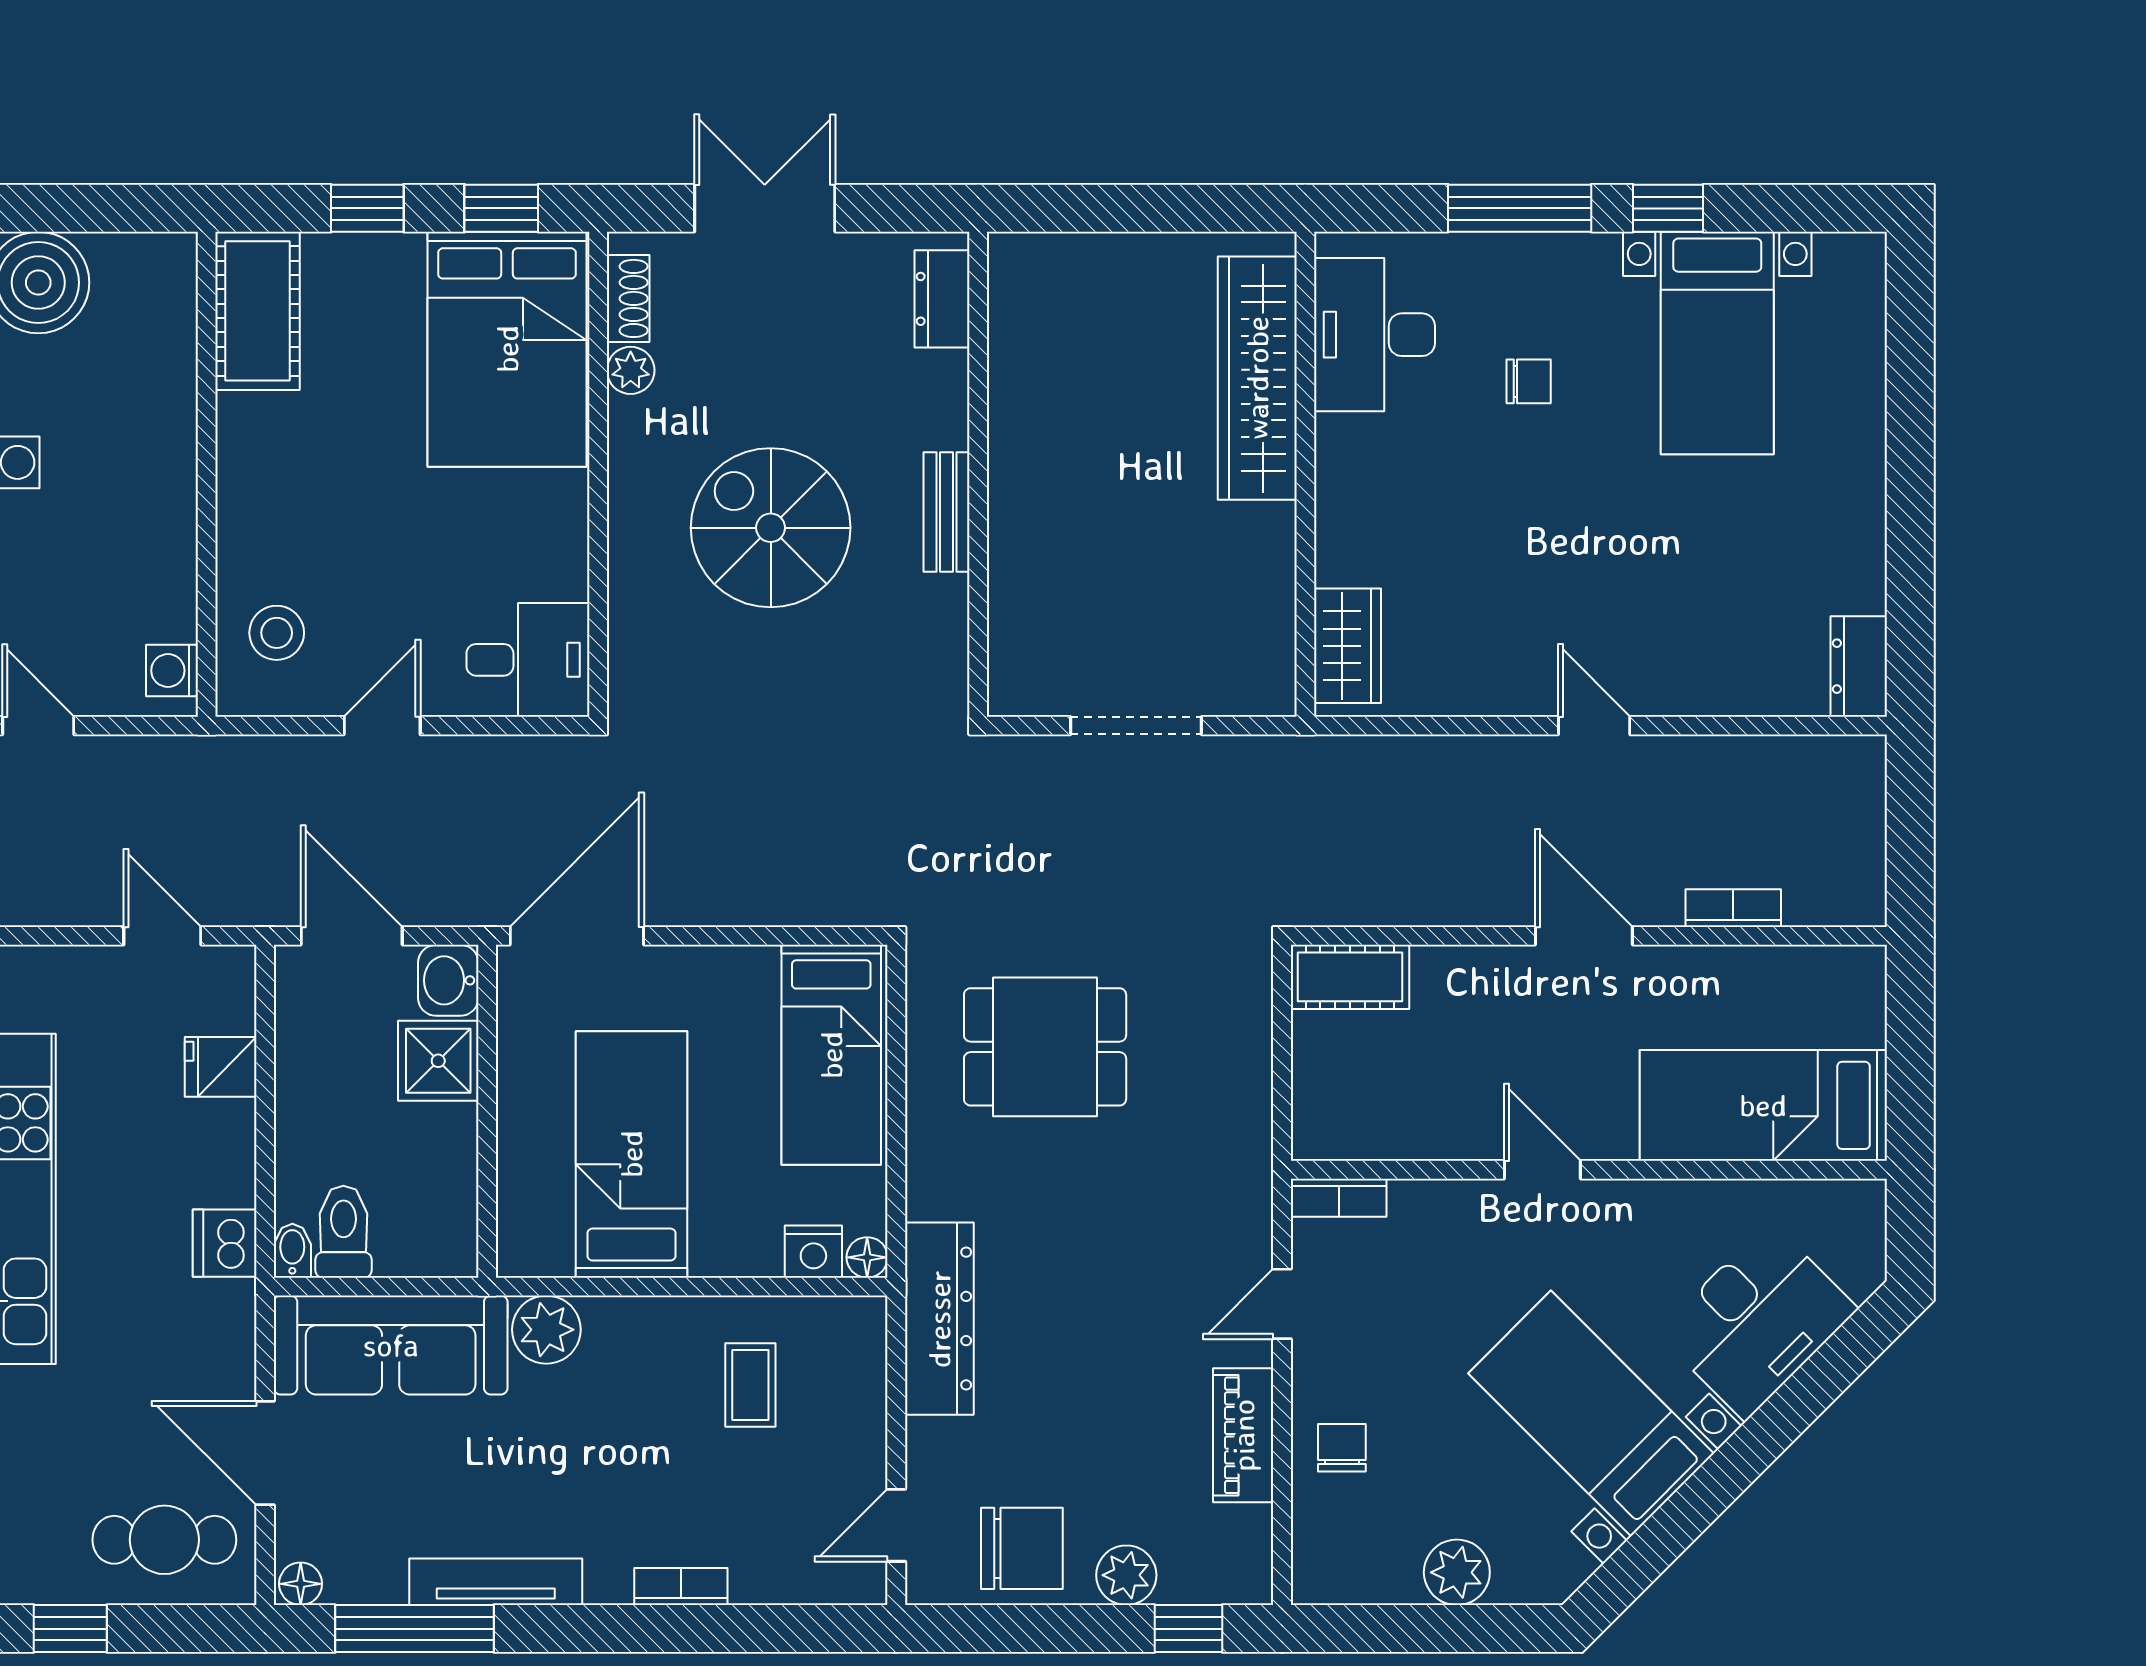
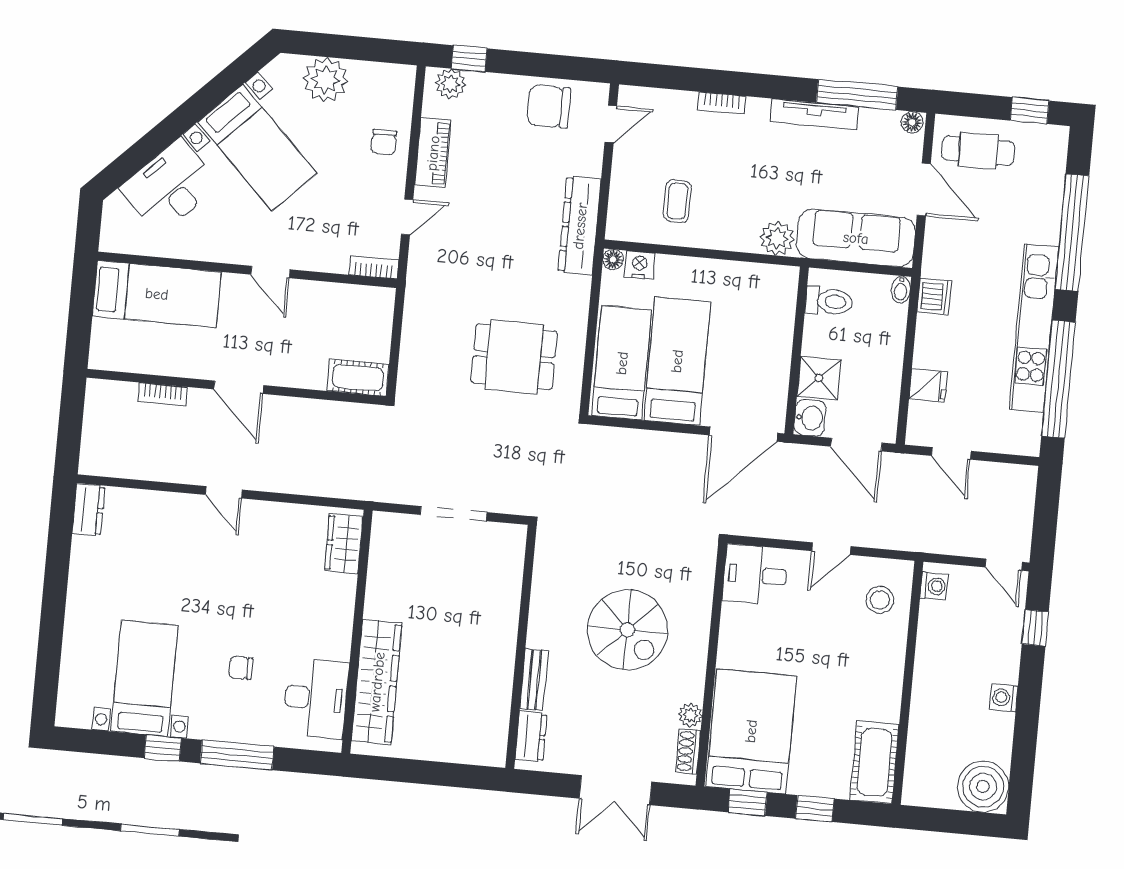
bench: (946, 512) -> (534, 680), moved
bed: (631, 1154) -> (677, 361), moved, turned 180
toilet: (343, 1232) -> (829, 301), moved, turned -90
plant: (1457, 1572) -> (325, 80), width x1.36, depth x1.36
plant: (1126, 1575) -> (451, 84), moved

